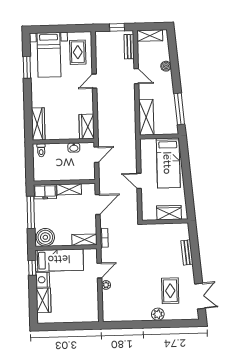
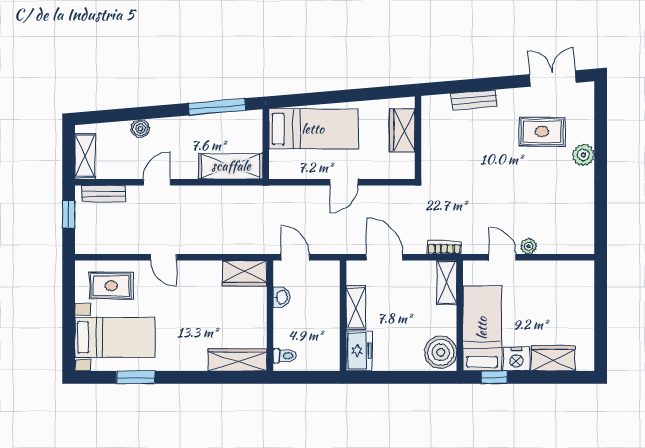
window: (31, 212) -> (395, 377), removed

